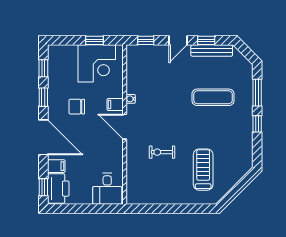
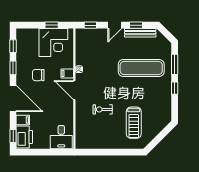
exercise mat: (213, 97) -> (141, 68), width x1.36, depth x1.45
treadmill: (203, 170) -> (134, 123), turned 180

